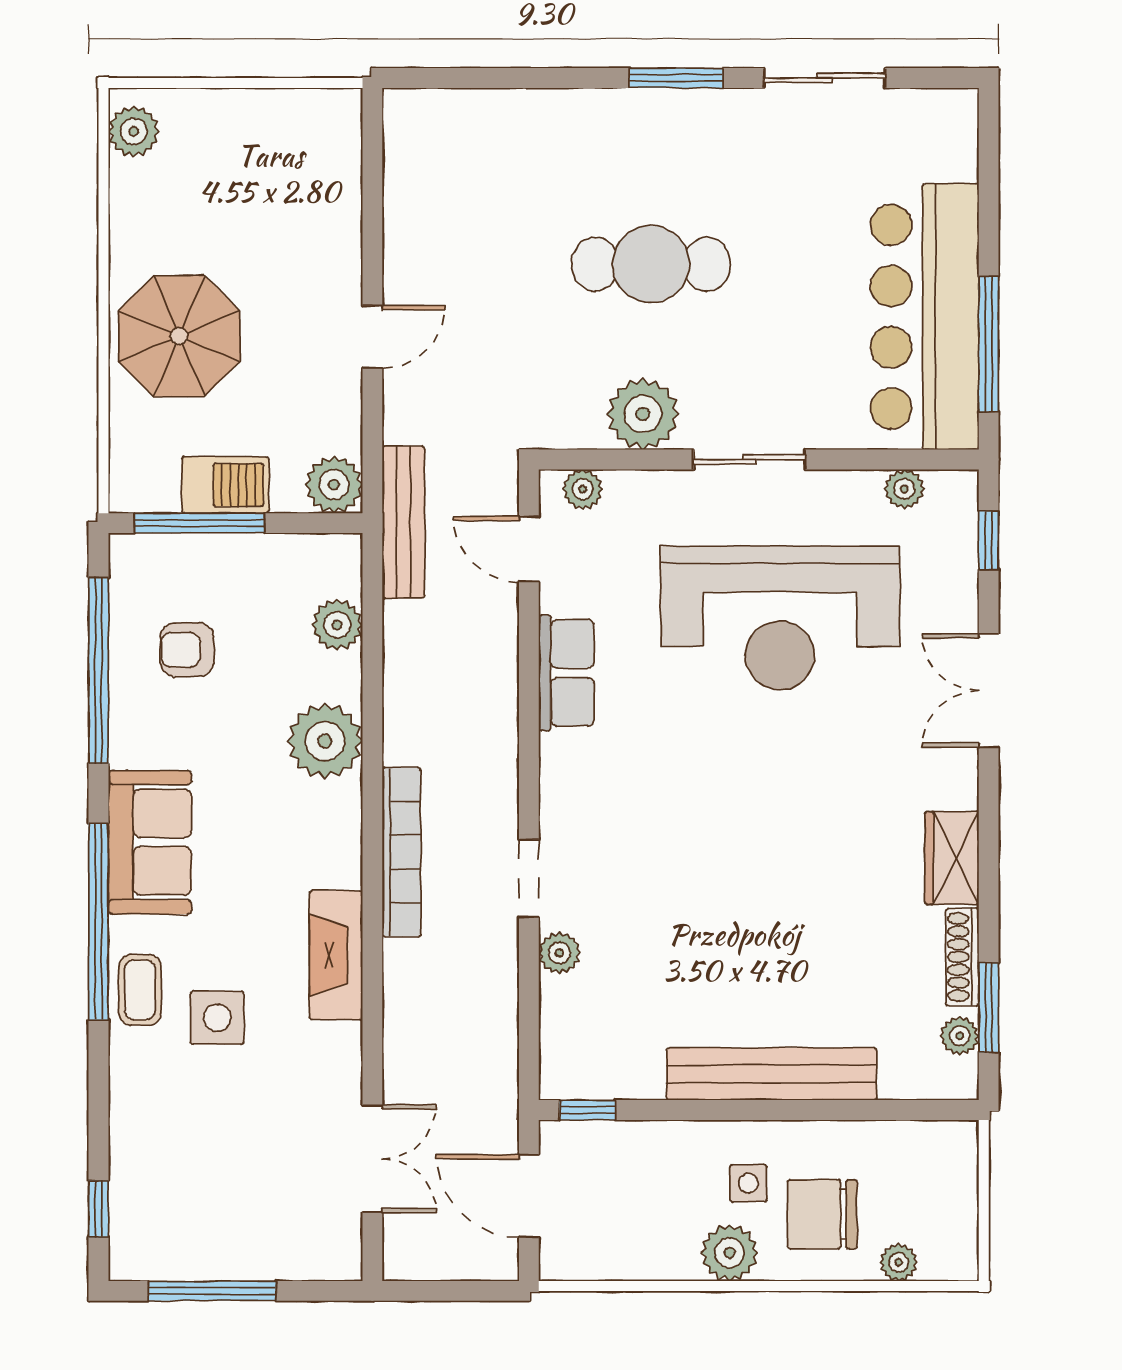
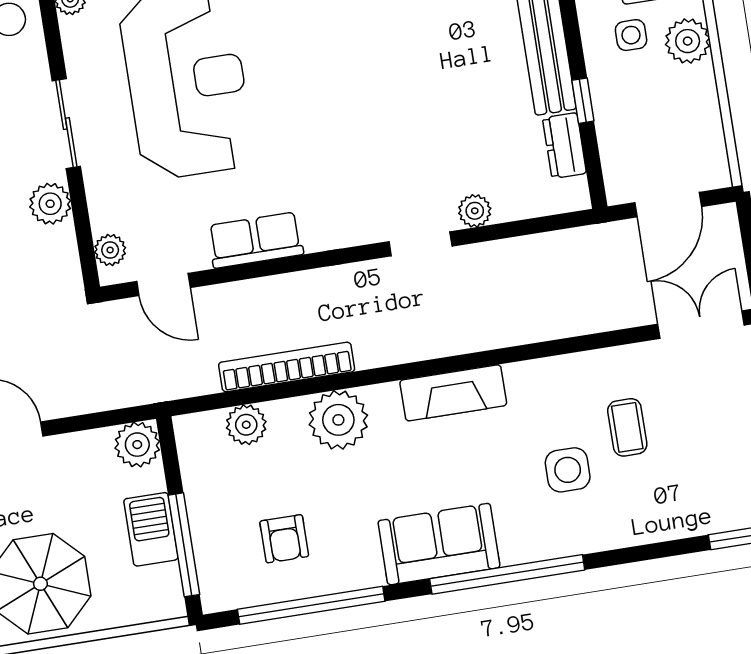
plant: (643, 414) -> (50, 204), width x0.73, depth x0.73
bench: (403, 522) -> (158, 386), removed
door: (529, 549) -> (163, 285), hinge flipped
bookcase: (401, 852) -> (287, 367), moved
fireplace: (336, 955) -> (453, 393), moved
coffee table: (140, 990) -> (627, 427), moved, turned 90
dresser: (623, 1078) -> (565, 146), added
window: (587, 1110) -> (583, 101), moved
double door: (372, 1159) -> (701, 325), moved

